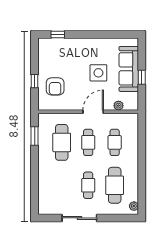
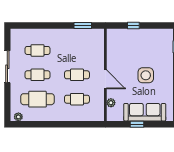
side table: (98, 73) -> (146, 75), moved
armchair: (55, 86) -> (129, 44), removed
cafe table: (62, 142) -> (37, 50), moved, width x0.73, depth x0.74

